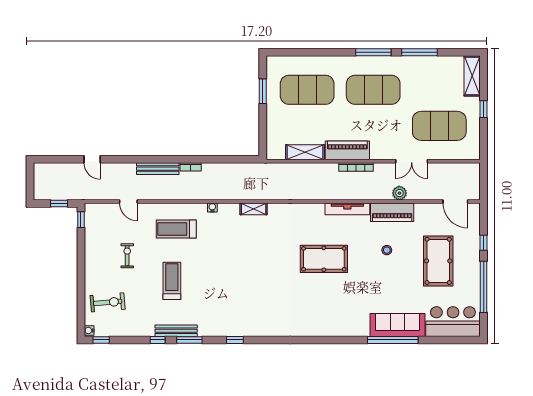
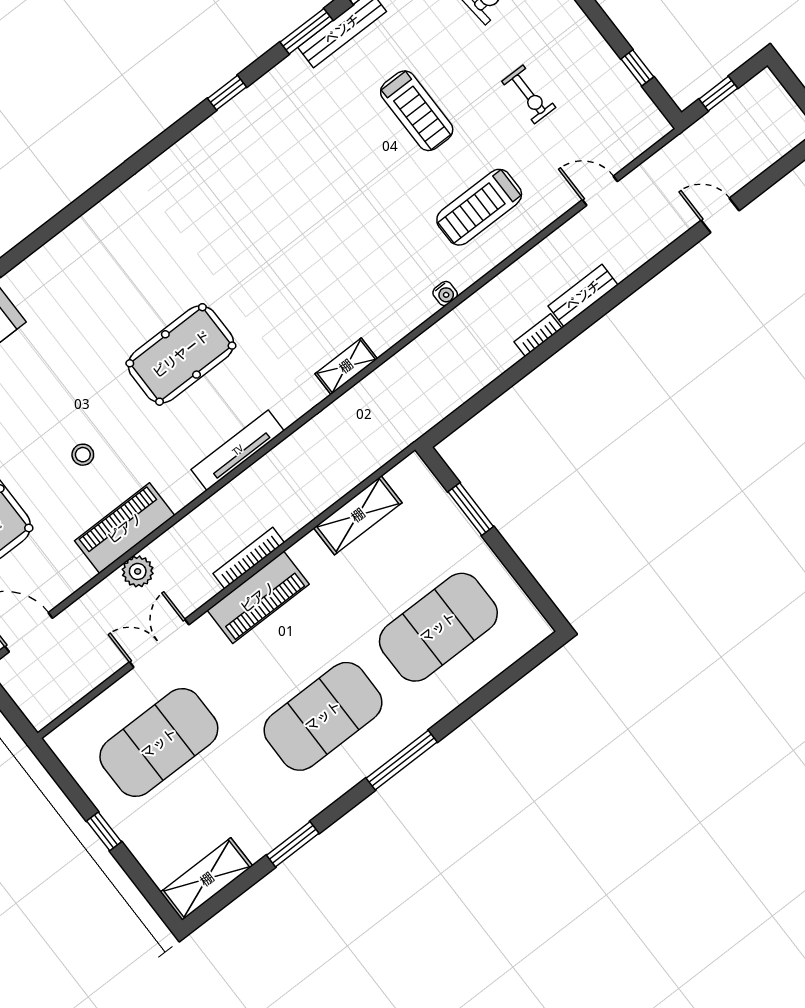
window: (373, 52) -> (402, 760), moved
window: (419, 52) -> (293, 844), width x0.69
shelving: (472, 76) -> (207, 879), moved, turned 90
window: (263, 91) -> (471, 509), moved
piano: (347, 150) -> (258, 597), moved
bench: (158, 169) -> (583, 295), width x0.73
shelving: (254, 209) -> (346, 366), moved
tv unit: (347, 209) -> (238, 450), moved
window: (81, 220) -> (637, 68), moved
treadmill: (176, 229) -> (479, 207), turned 180

